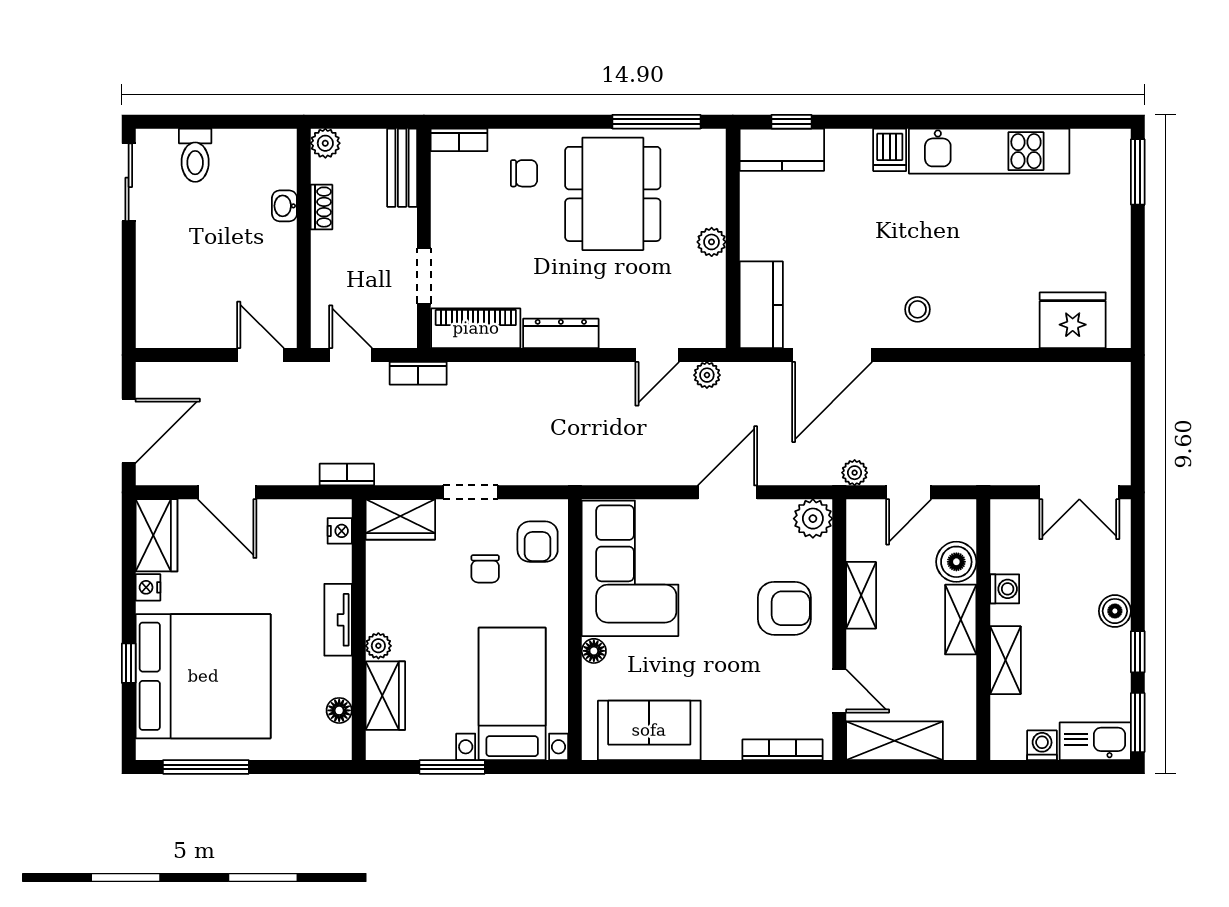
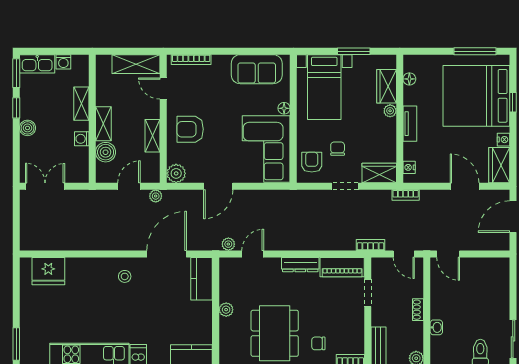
shoe rack: (321, 207) -> (418, 310), moved

